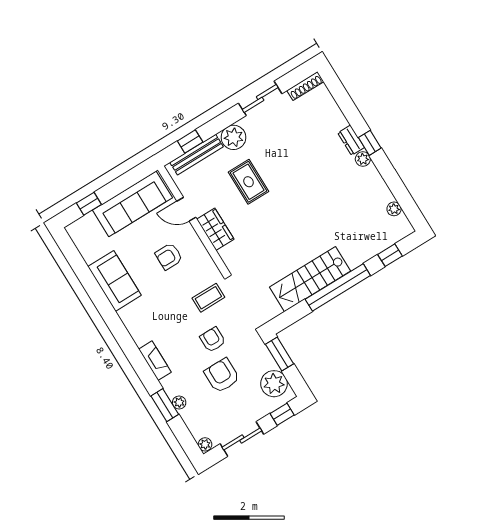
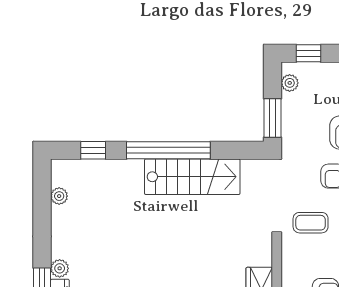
plant: (274, 384) -> (290, 83), width x0.53, depth x0.53

